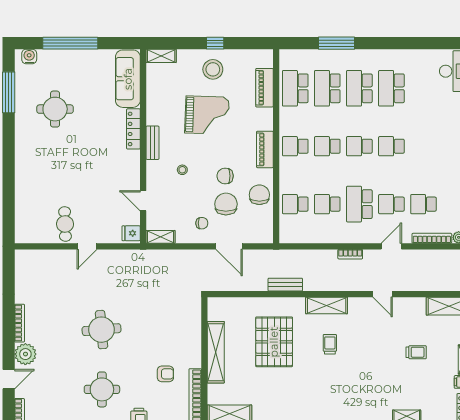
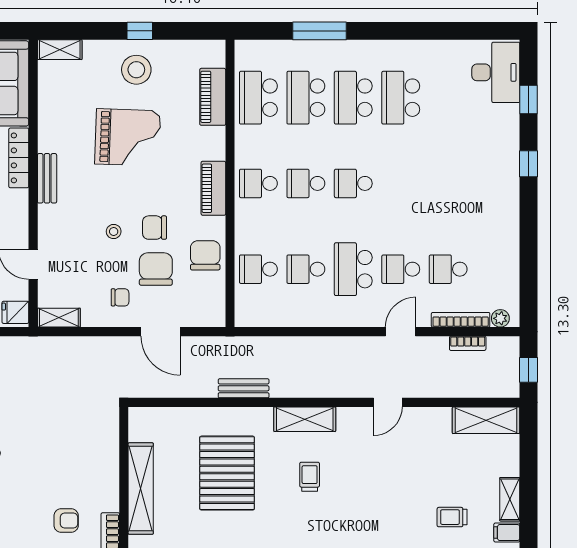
school desk: (391, 146) -> (401, 183), removed
stool: (182, 170) -> (114, 231), moved
bookcase: (350, 254) -> (468, 343), moved
door: (383, 294) -> (388, 402), hinge flipped
trolley: (416, 352) -> (452, 517), moved, turned 180

